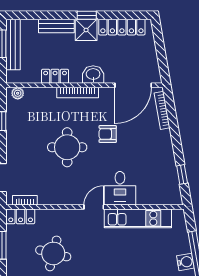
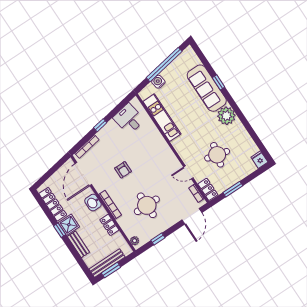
door: (133, 85) -> (83, 174), swing flipped
round table: (67, 147) -> (147, 205), moved
window: (182, 174) -> (100, 125), moved
desk: (120, 188) -> (129, 119), moved, turned -100
door: (94, 207) -> (188, 172), moved
water cooler: (185, 262) -> (158, 82), moved

